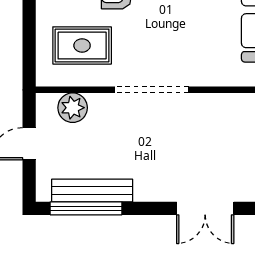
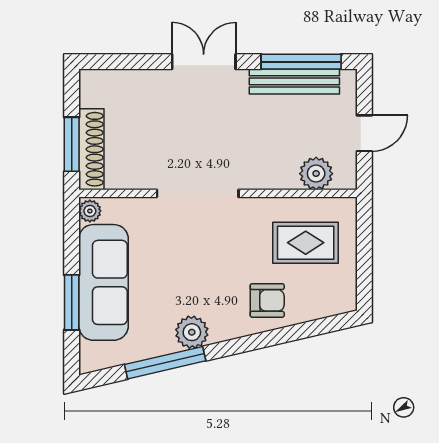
doorway: (152, 90) -> (198, 193), moved
double door: (205, 208) -> (204, 62), moved

